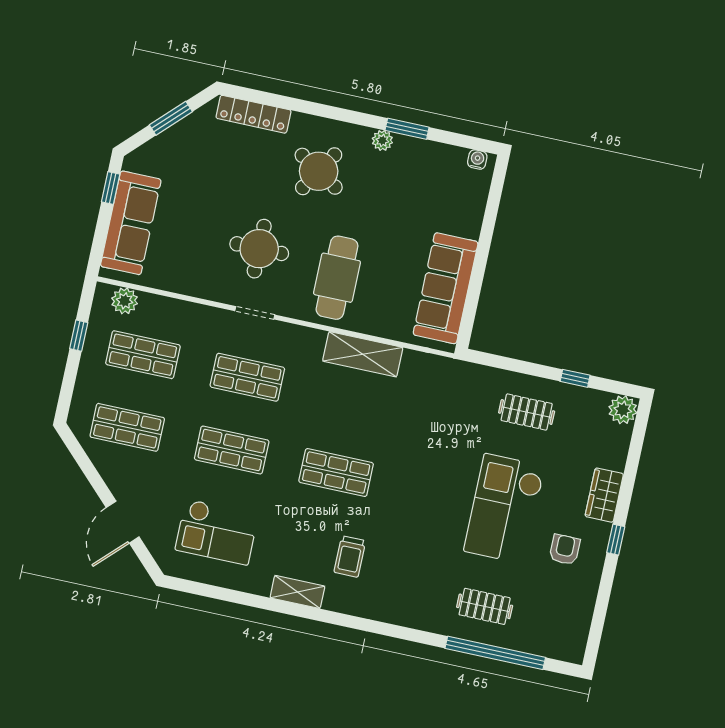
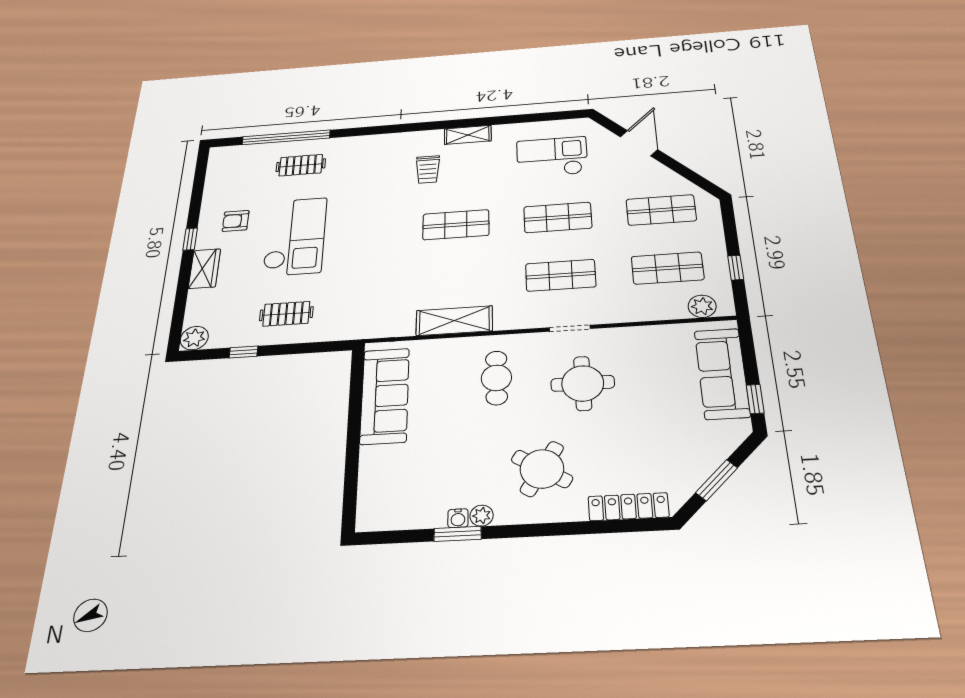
water cooler: (477, 160) -> (458, 518), moved
cafe table: (337, 278) -> (496, 378), width x0.73, depth x0.74
armchair: (565, 550) -> (236, 221), turned 90
trolley: (350, 557) -> (428, 169), turned 180

